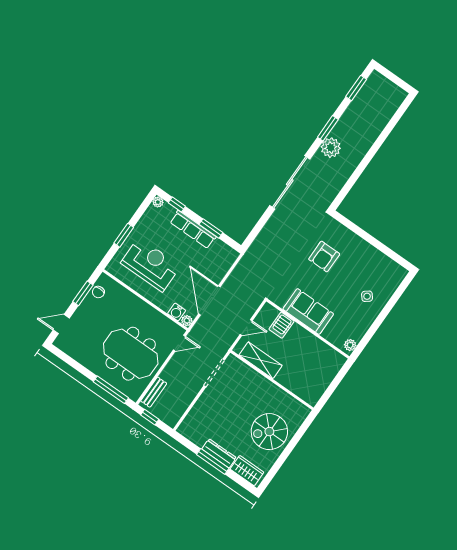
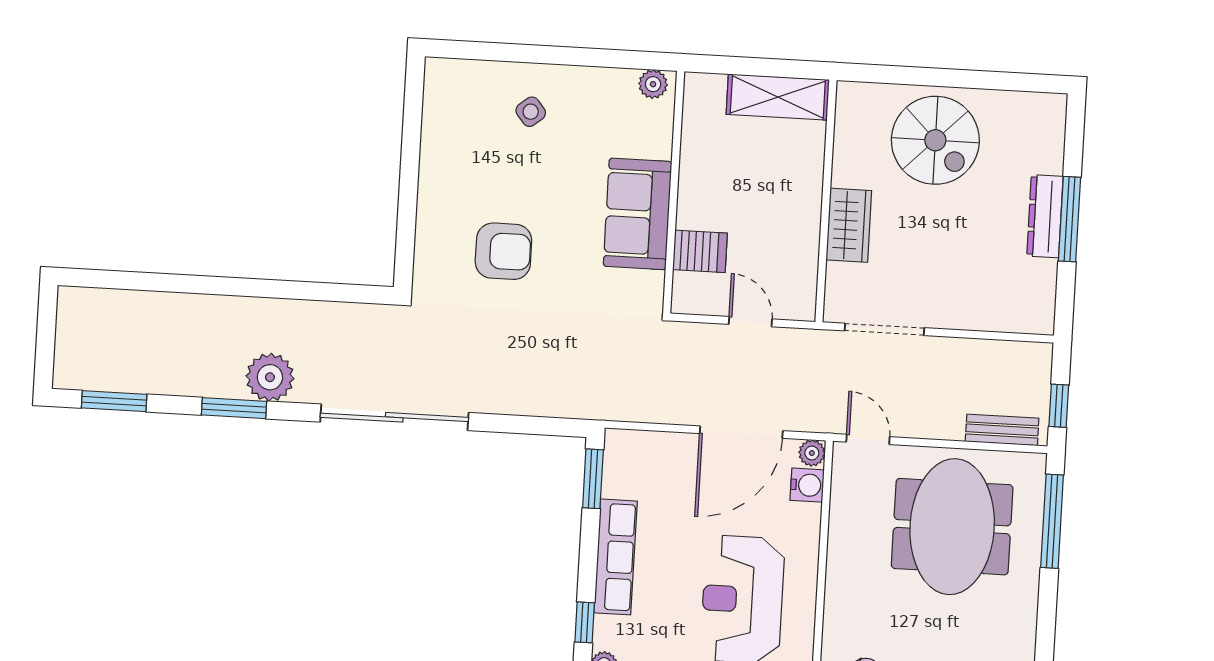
window: (211, 228) -> (593, 479), moved
shelving: (261, 360) -> (778, 97), moved, turned 90
wardrobe: (247, 471) -> (849, 225), moved, turned 180

